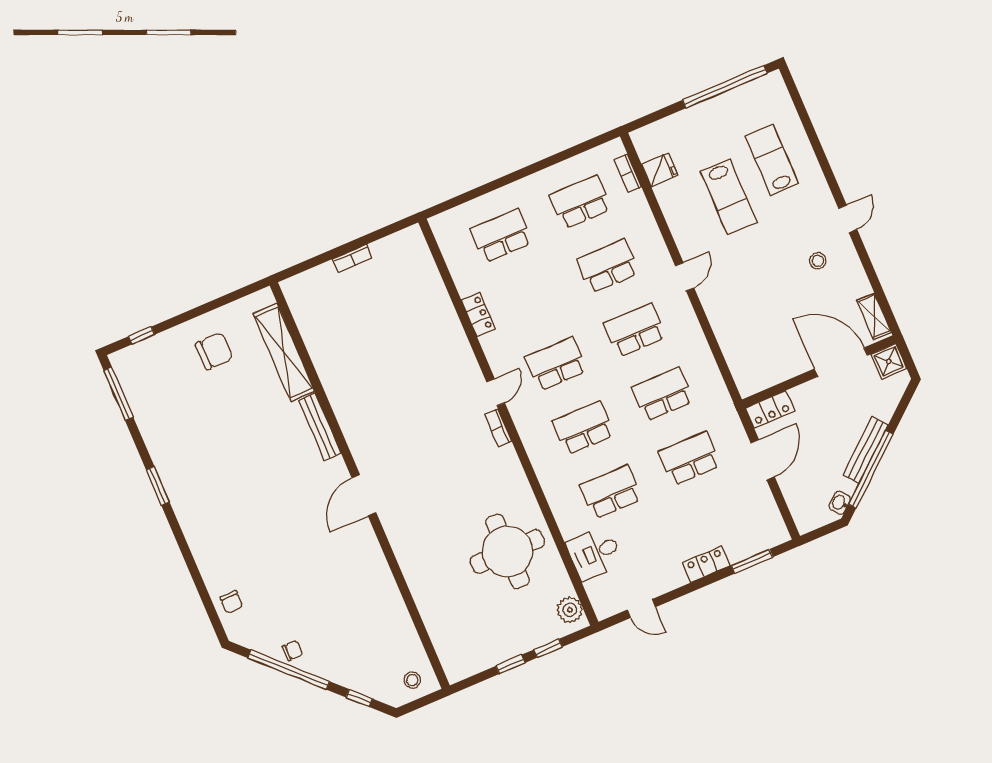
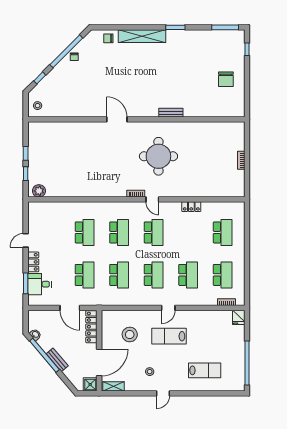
fridge: (660, 170) -> (239, 317), moved
lab bench: (729, 197) -> (169, 336), moved
door: (848, 219) -> (163, 393), hinge flipped
door: (685, 277) -> (168, 308), hinge flipped
stool: (765, 327) -> (130, 335), added
shelving: (284, 352) -> (142, 36), moved
locker: (770, 409) -> (91, 327), width x1.53
bench: (320, 427) -> (171, 113), width x0.73
bench: (865, 450) -> (57, 360), width x0.73
door: (364, 495) -> (117, 119), moved
round table: (507, 551) -> (158, 156), moved
desk: (595, 553) -> (39, 284), moved, turned -90
door: (641, 608) -> (26, 240), moved

